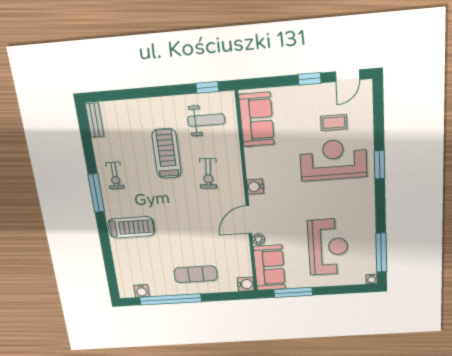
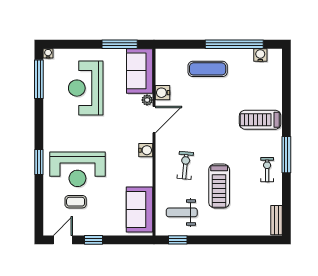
water cooler: (246, 284) -> (163, 93), moved

